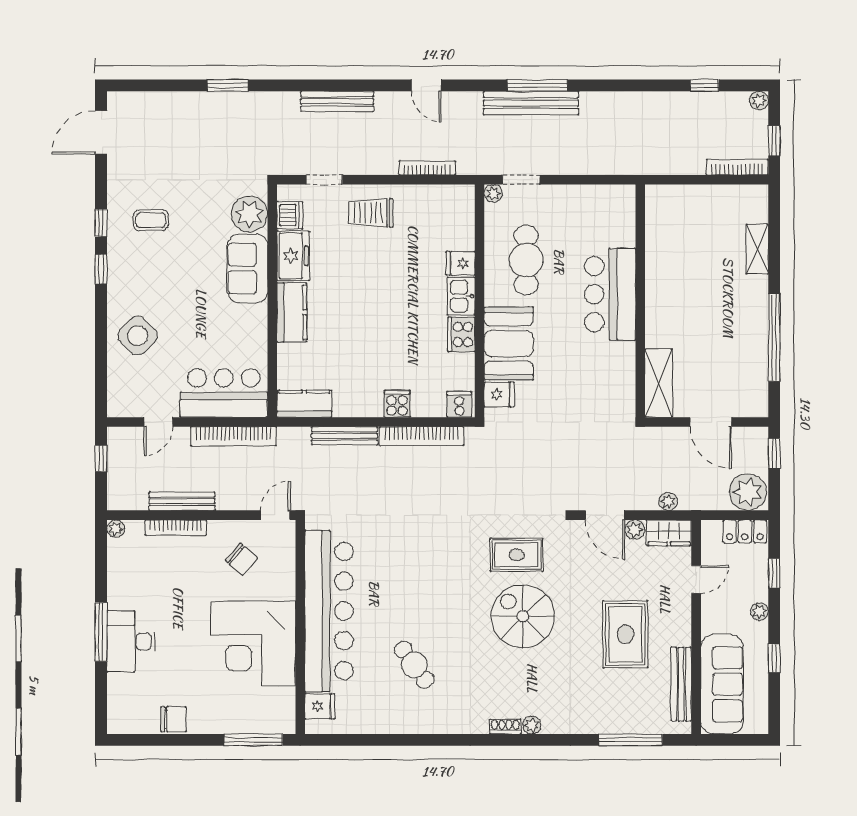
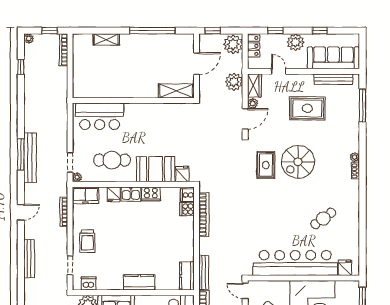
freezer: (293, 256) -> (85, 195), moved, turned 180
bar counter: (610, 294) -> (100, 116), moved
cooker: (397, 404) -> (187, 209), moved
bench: (345, 436) -> (204, 272), moved
plant: (668, 501) -> (234, 82), width x1.87, depth x1.87
plant: (760, 612) -> (296, 42), width x1.87, depth x1.87

